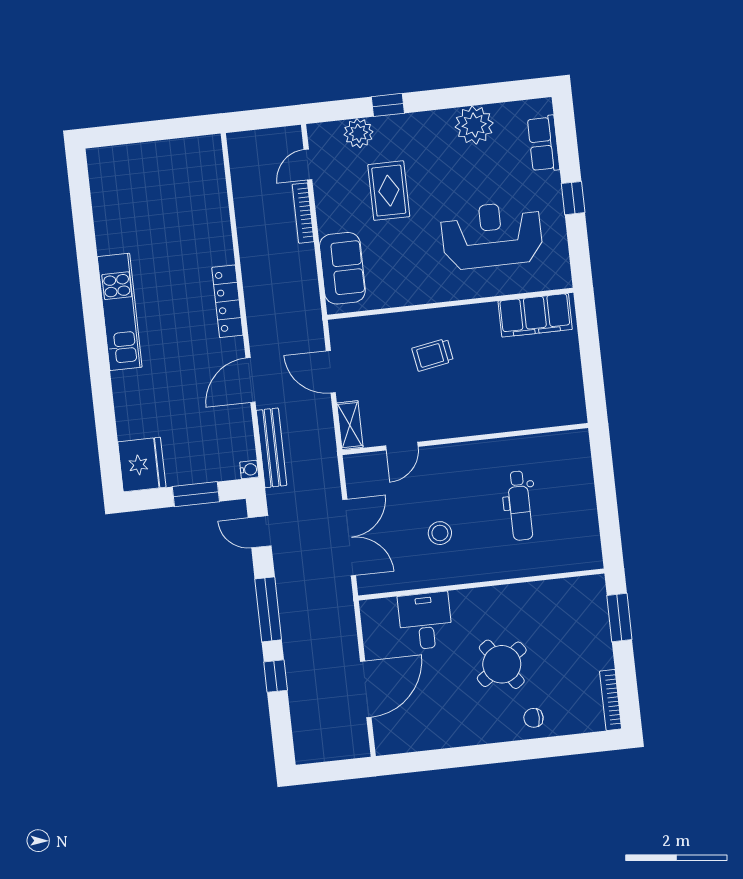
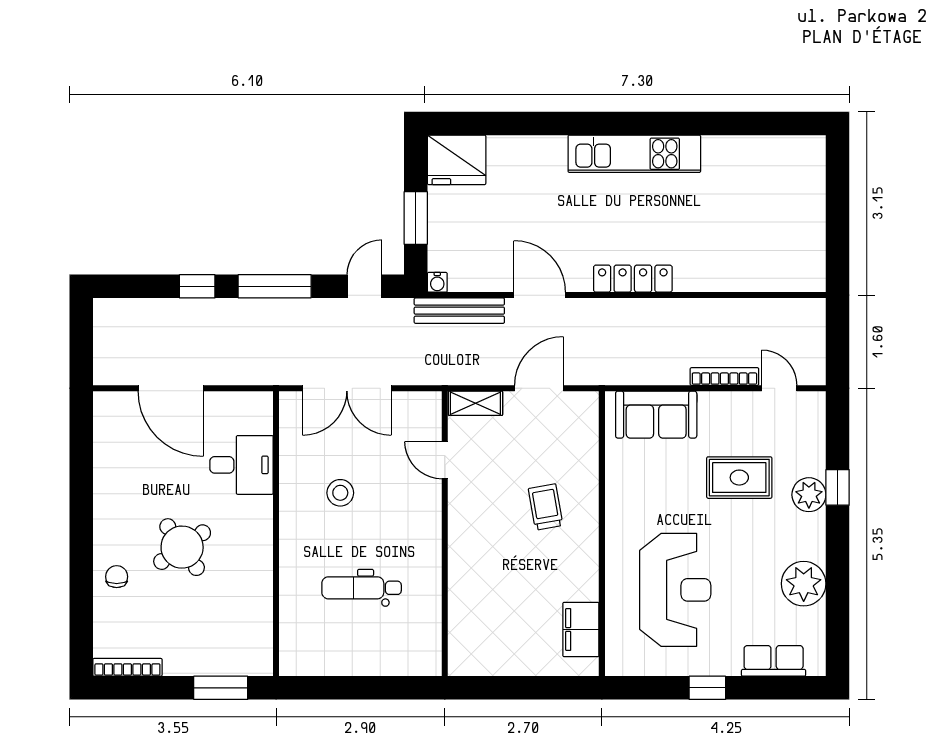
plant: (358, 133) -> (809, 495), moved
filing cabinet: (535, 315) -> (581, 630), width x0.67, depth x0.86

